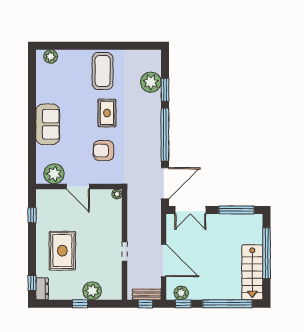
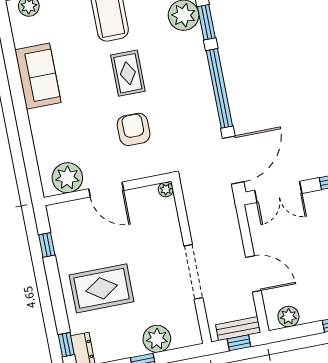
sofa: (48, 124) -> (38, 76), moved
armchair: (104, 151) -> (134, 129), turned 90
rug: (62, 251) -> (102, 288), turned 90
doorway: (125, 252) -> (193, 272), width x1.87
door: (164, 260) -> (253, 274), width x0.73
window: (183, 304) -> (295, 332), removed

